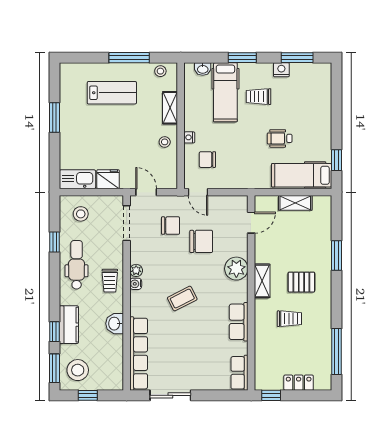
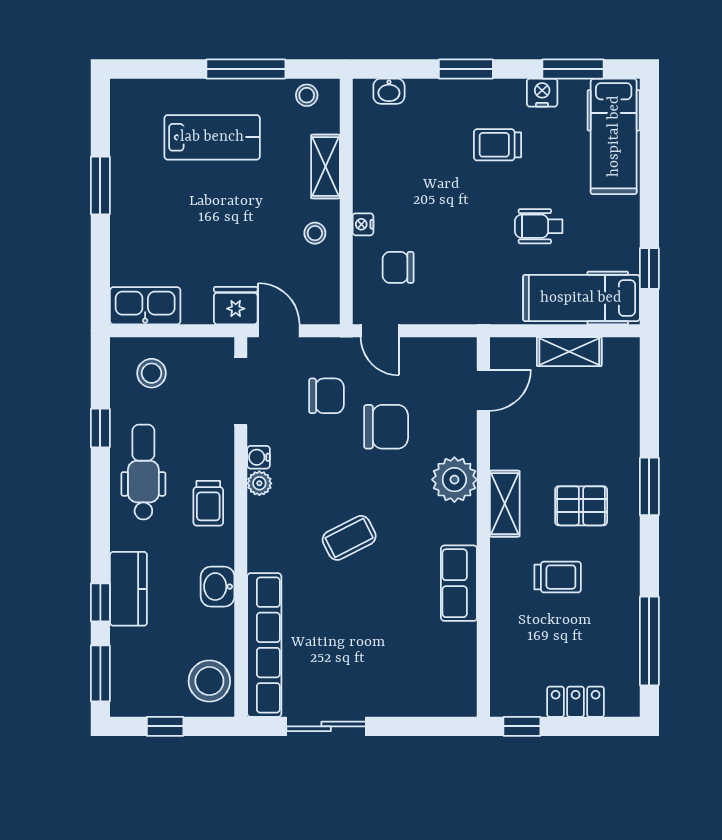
hospital bed: (225, 92) -> (614, 136), moved
fridge: (108, 179) -> (236, 306), moved
window: (336, 256) -> (649, 486), moved
water cooler: (136, 284) -> (259, 457), moved
stool: (78, 370) -> (209, 681), moved
row of seats: (239, 373) -> (461, 682), removed

